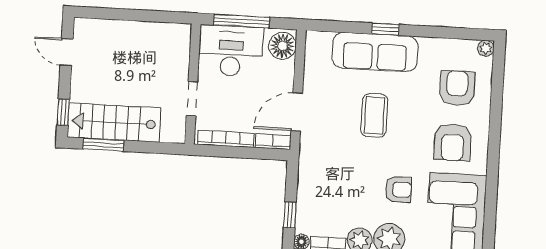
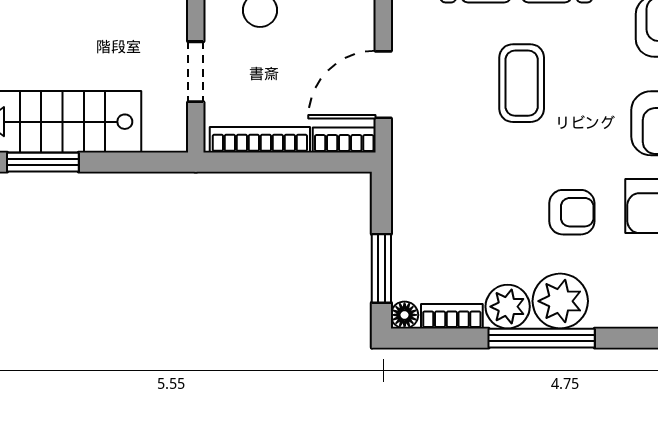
window: (290, 215) -> (381, 268), width x1.50

